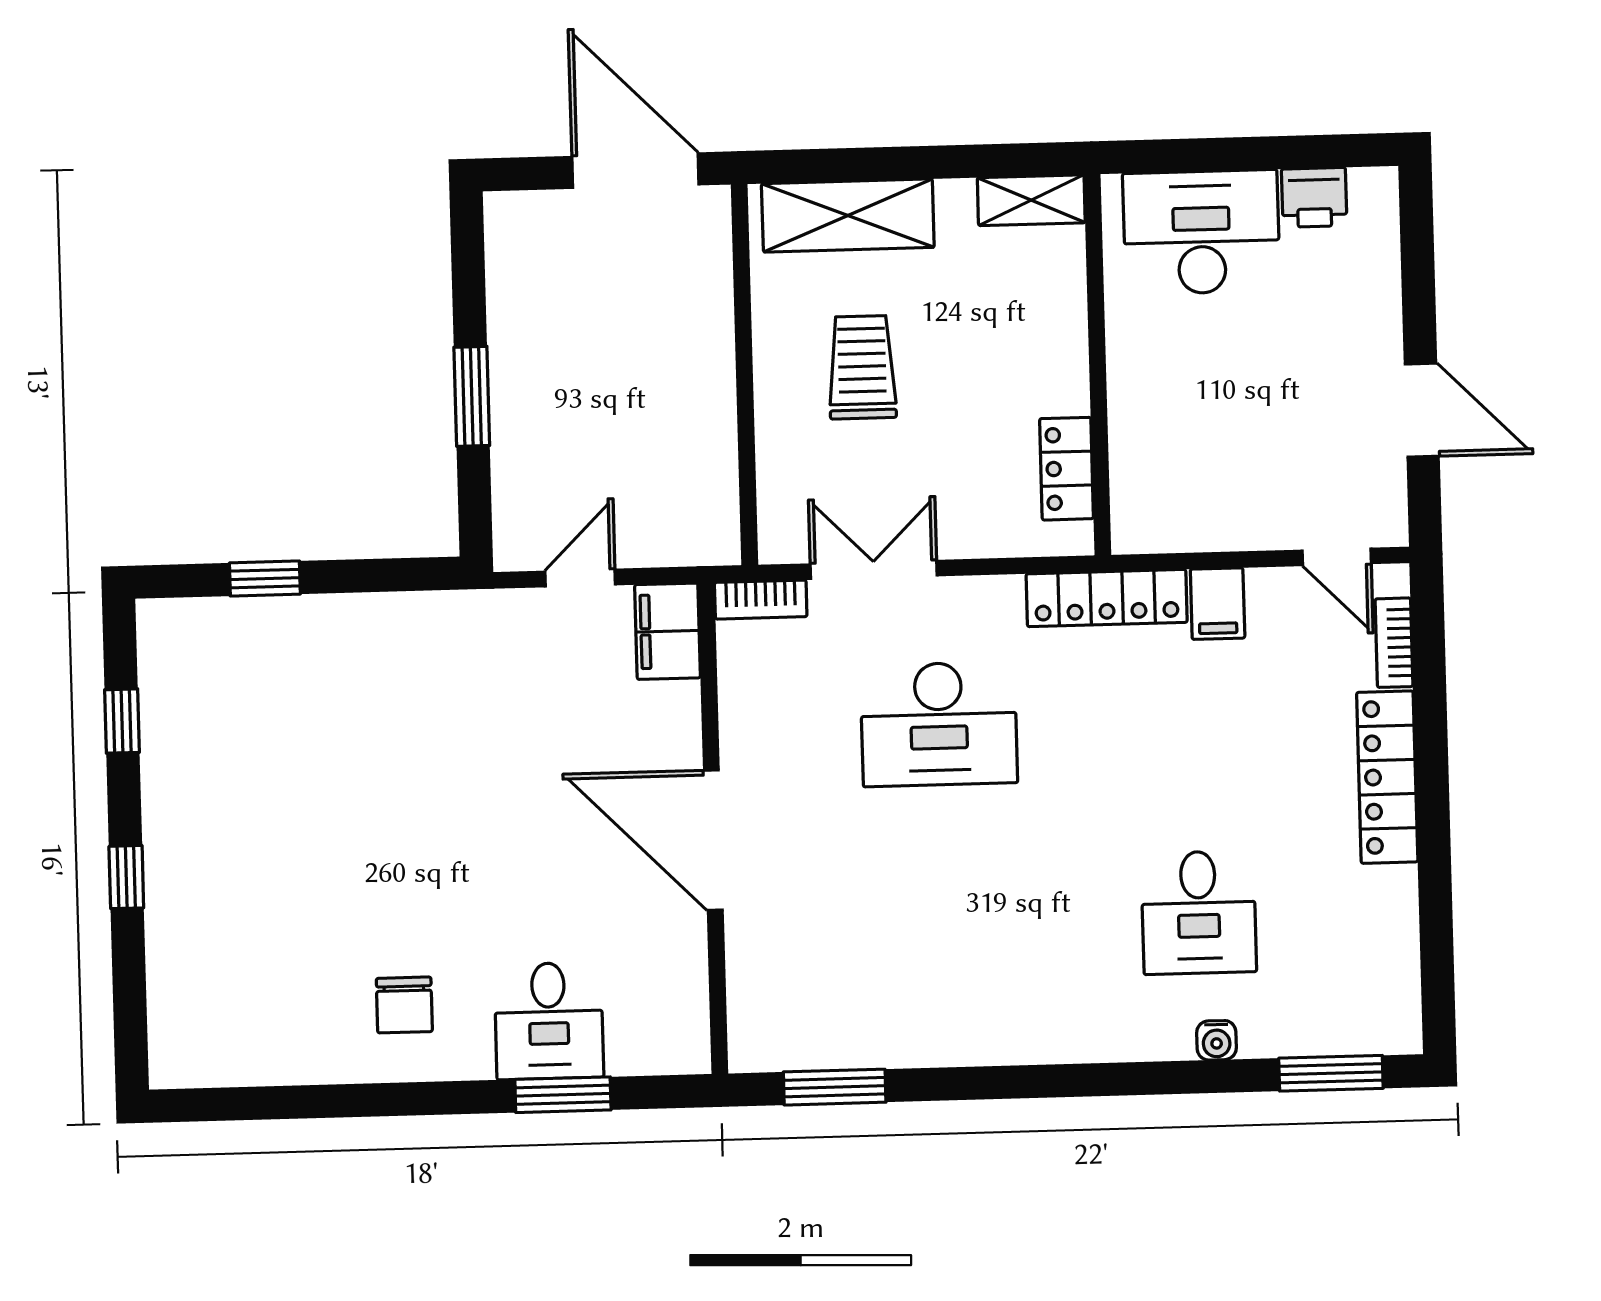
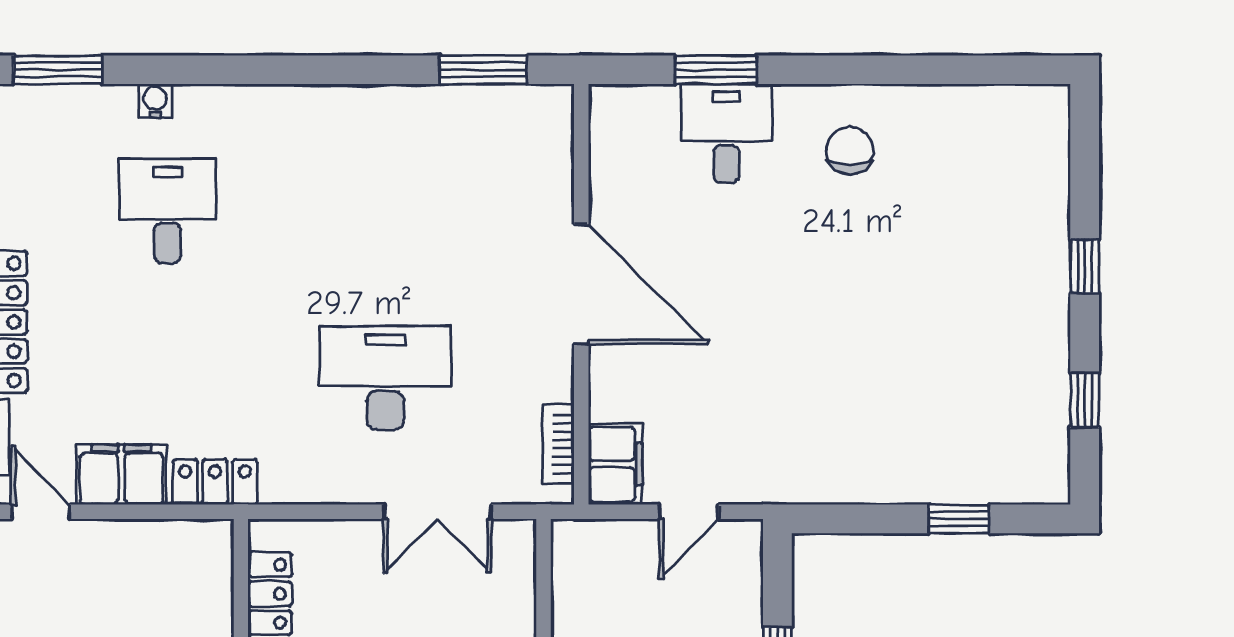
locker: (1107, 598) -> (215, 482), width x0.66
bookcase: (761, 600) -> (558, 444), moved, turned -90
filing cabinet: (1218, 604) -> (121, 475), width x2.00

